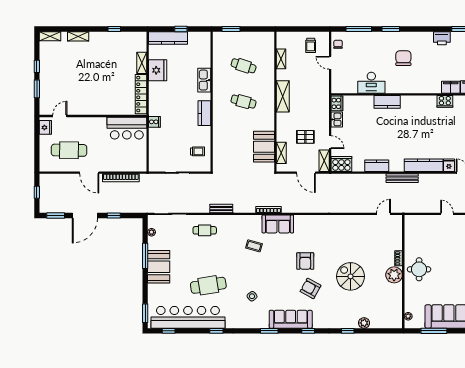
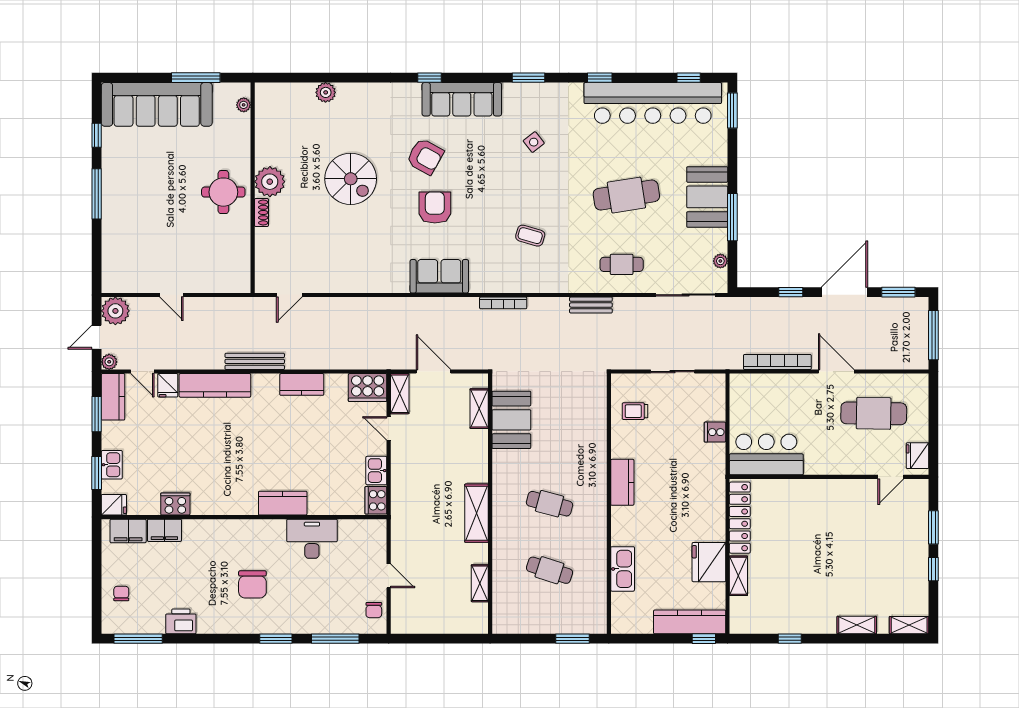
window: (181, 29) -> (704, 639), moved
trolley: (311, 45) -> (425, 608), removed
kitchen sink: (204, 80) -> (623, 569), moved
cooker: (154, 122) -> (715, 432), moved
pallet: (305, 137) -> (435, 438), removed
window: (37, 192) -> (933, 335), width x2.17
sofa: (278, 224) -> (439, 276), moved
cafe table: (208, 285) -> (626, 195), moved
window: (269, 331) -> (529, 78), moved
window: (348, 331) -> (356, 78), removed

